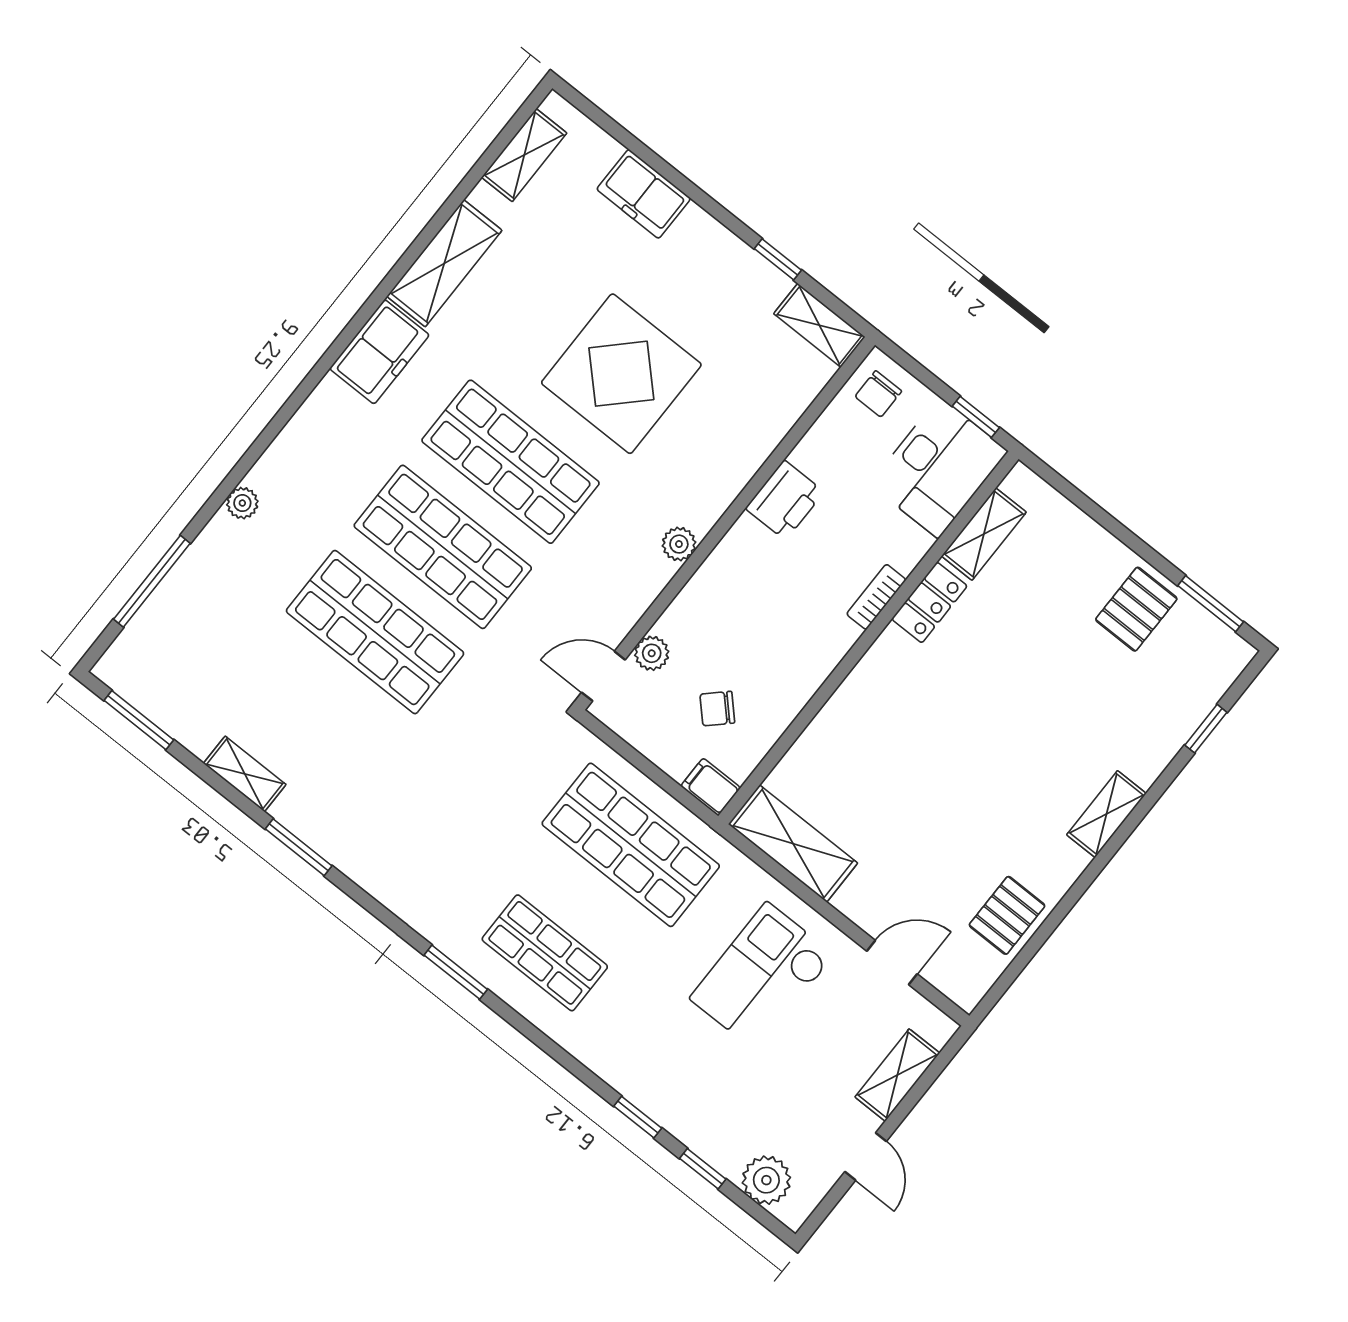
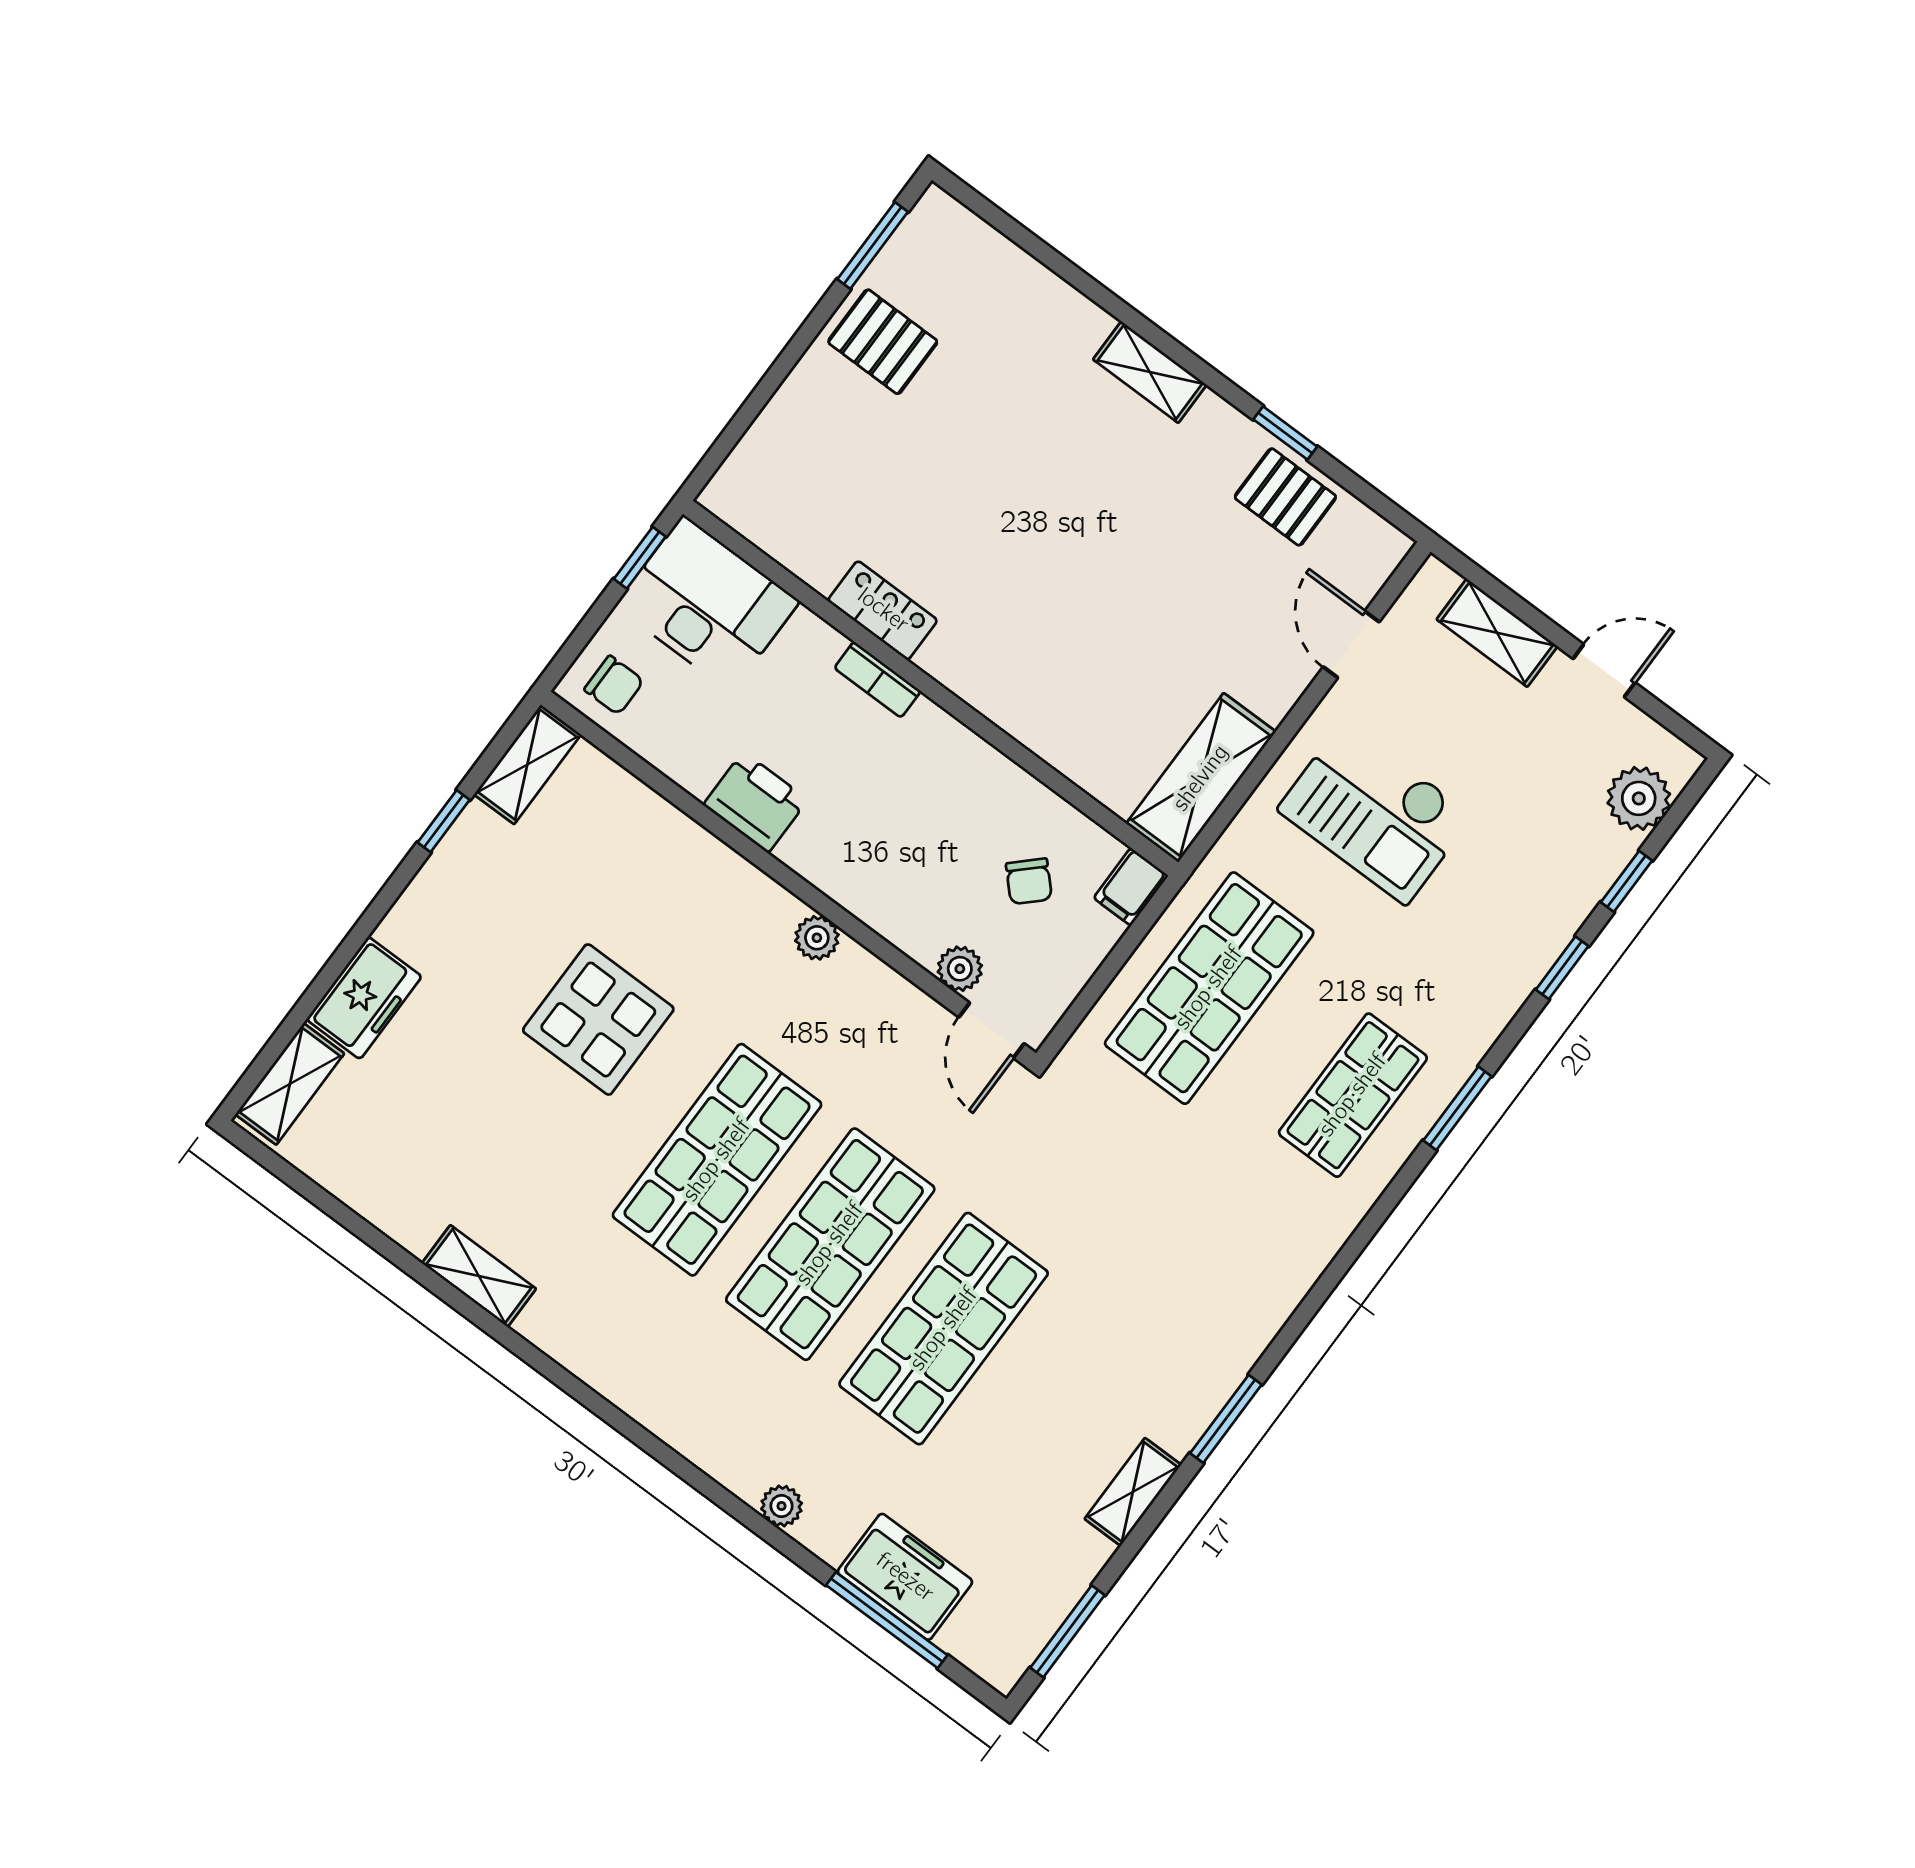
shelving: (524, 155) -> (290, 1084), moved, turned 90
shelving: (444, 263) -> (479, 1276), width x0.67, depth x0.75
freezer: (379, 352) -> (905, 1577), moved
display table: (621, 374) -> (598, 1020), width x0.73, depth x0.73
shelving: (984, 534) -> (792, 543), removed
window: (1206, 729) -> (1285, 433), moved
window: (456, 972) -> (1457, 1108), moved

